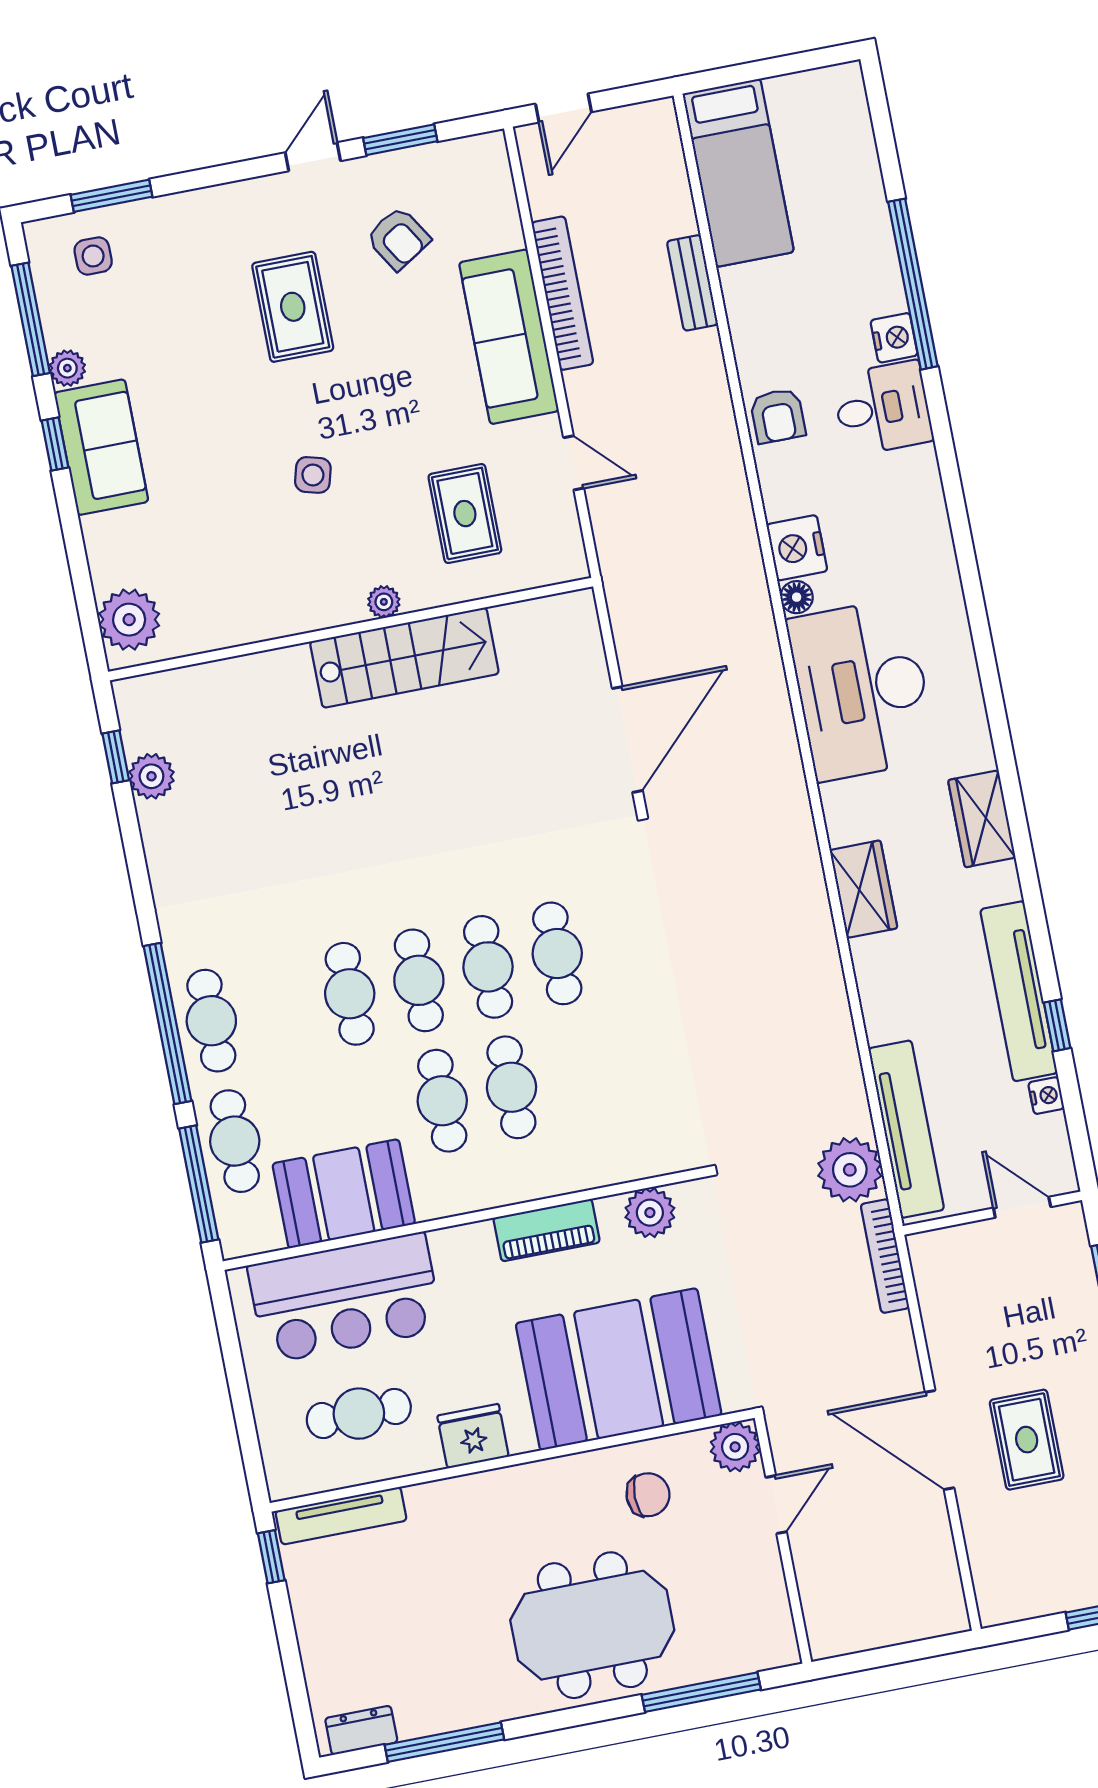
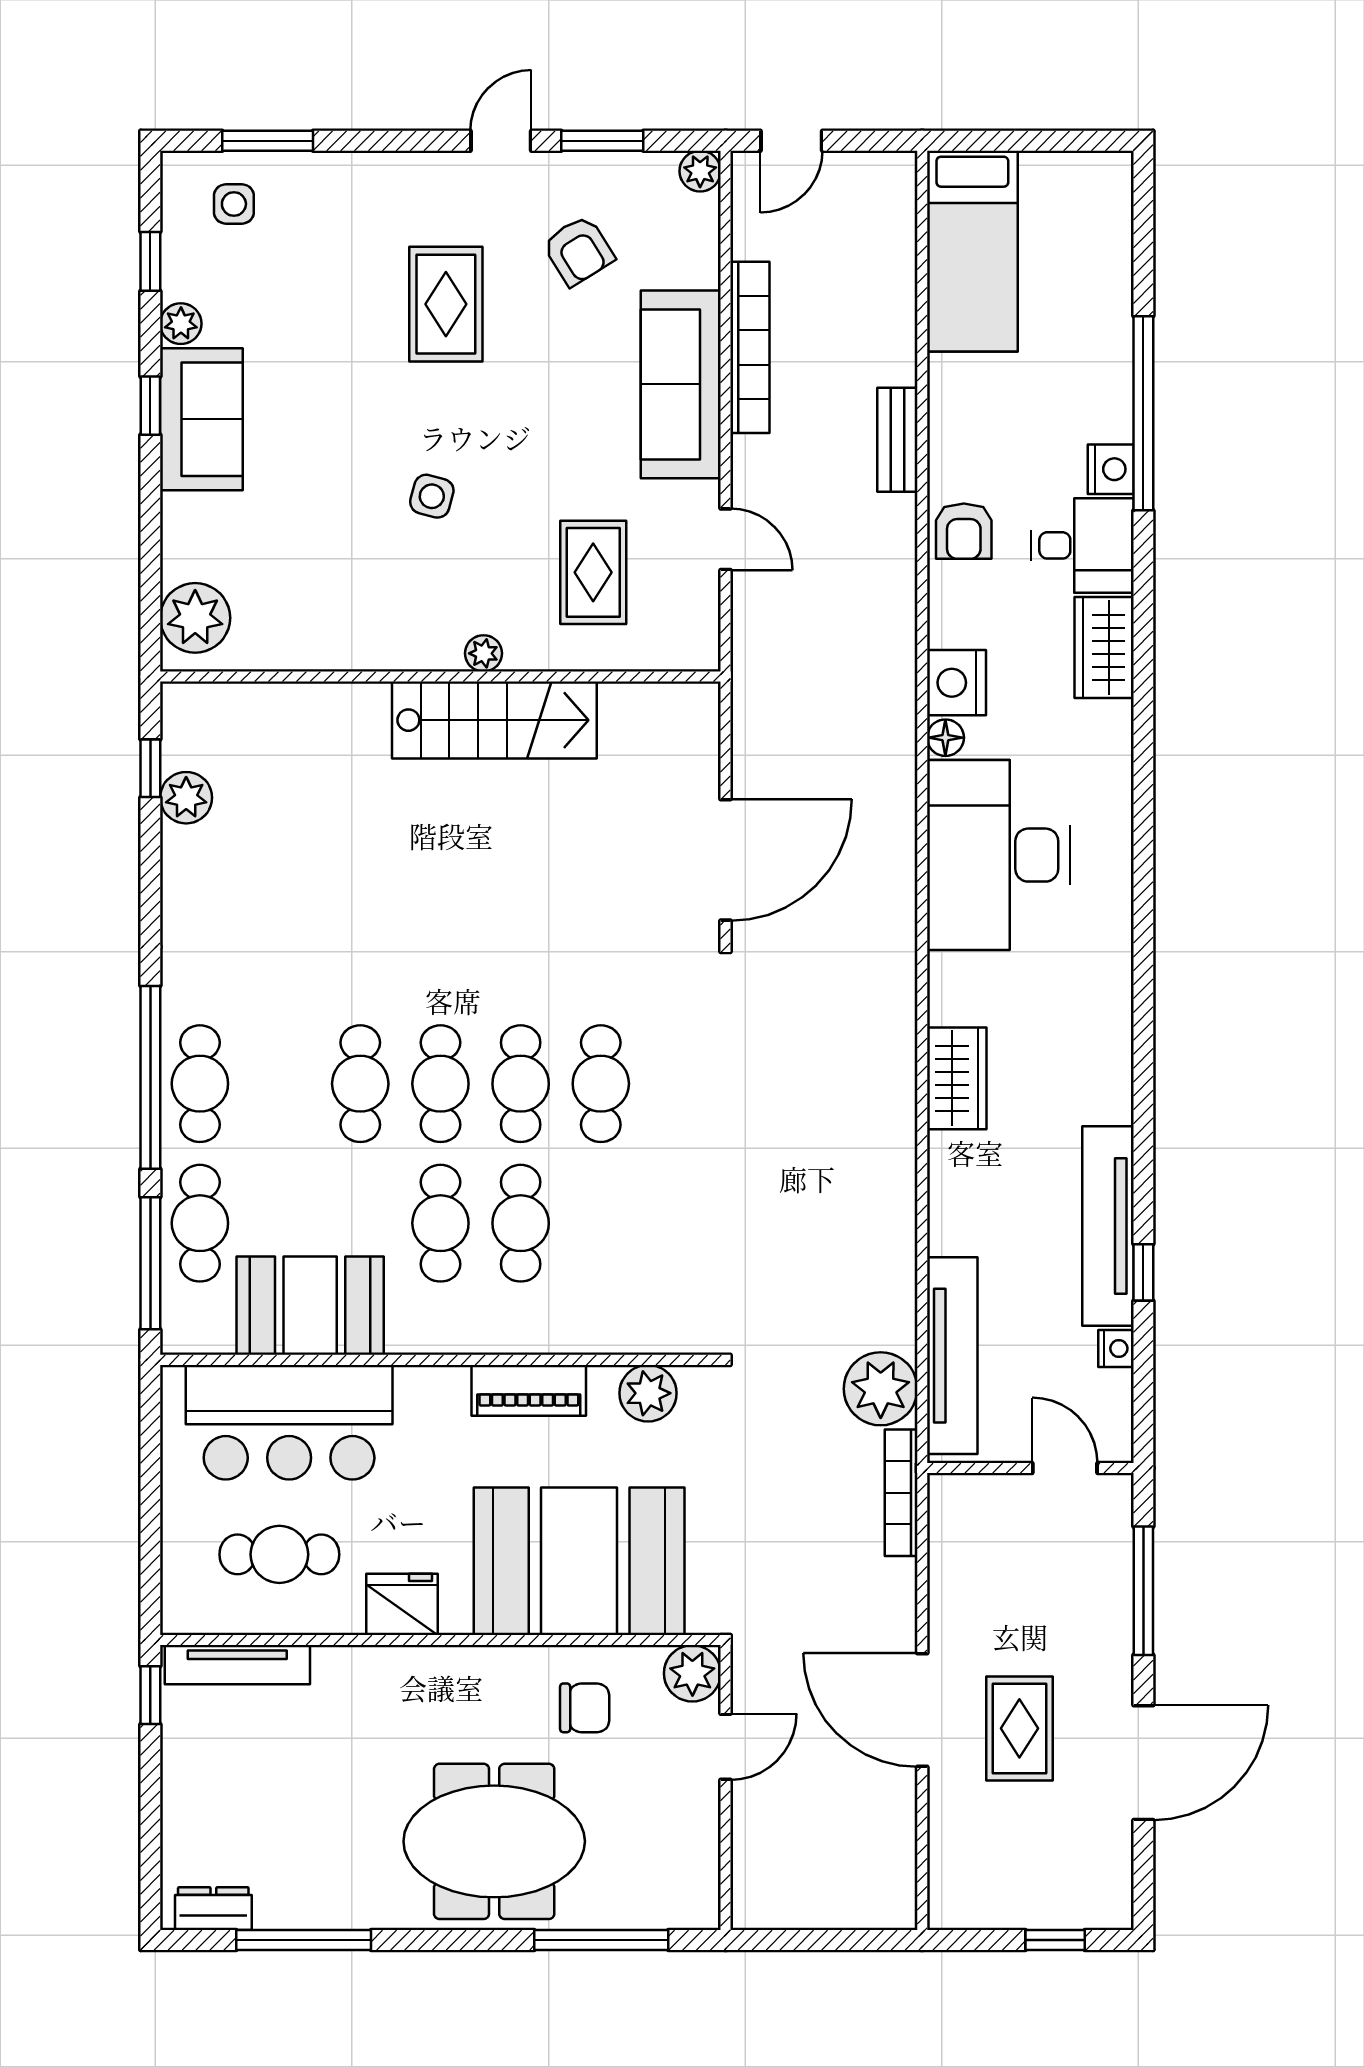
plant: (490, 149) -> (700, 171), added
bench: (692, 283) -> (897, 440), moved
window: (31, 319) -> (150, 261), width x0.46
wardrobe: (982, 819) -> (1104, 647), moved

